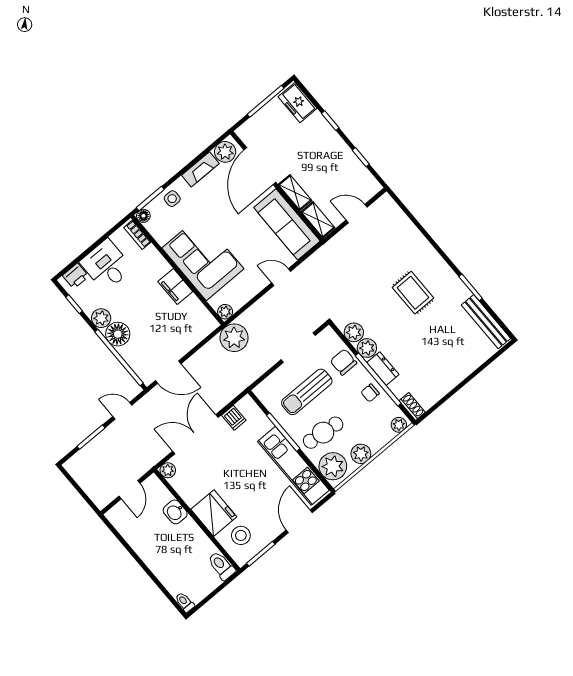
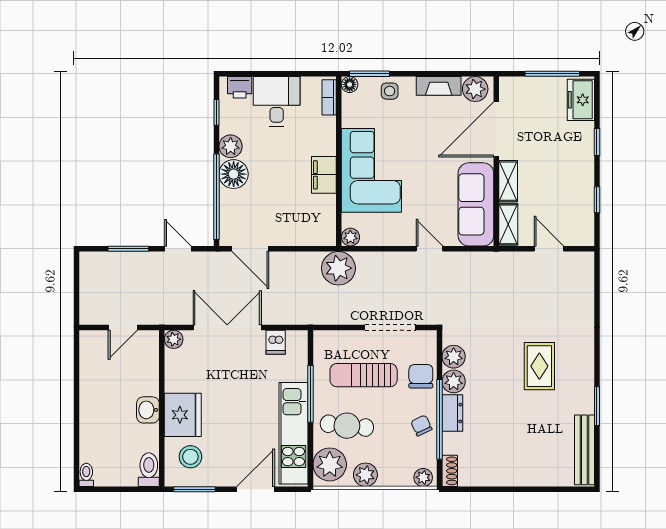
chair: (370, 393) -> (421, 425), turned 65
washbasin: (175, 512) -> (148, 410), moved

